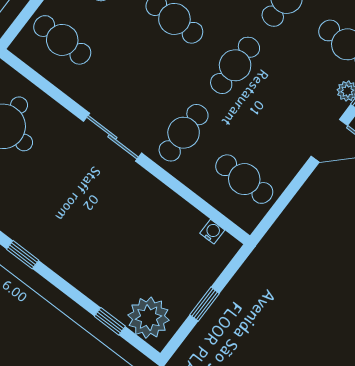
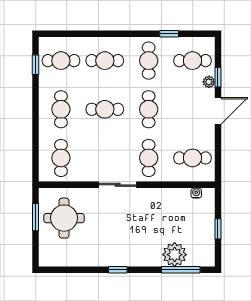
cafe table: (62, 40) -> (61, 158), turned 90
plant: (149, 318) -> (175, 255), moved
window: (110, 321) -> (181, 270), width x2.17

